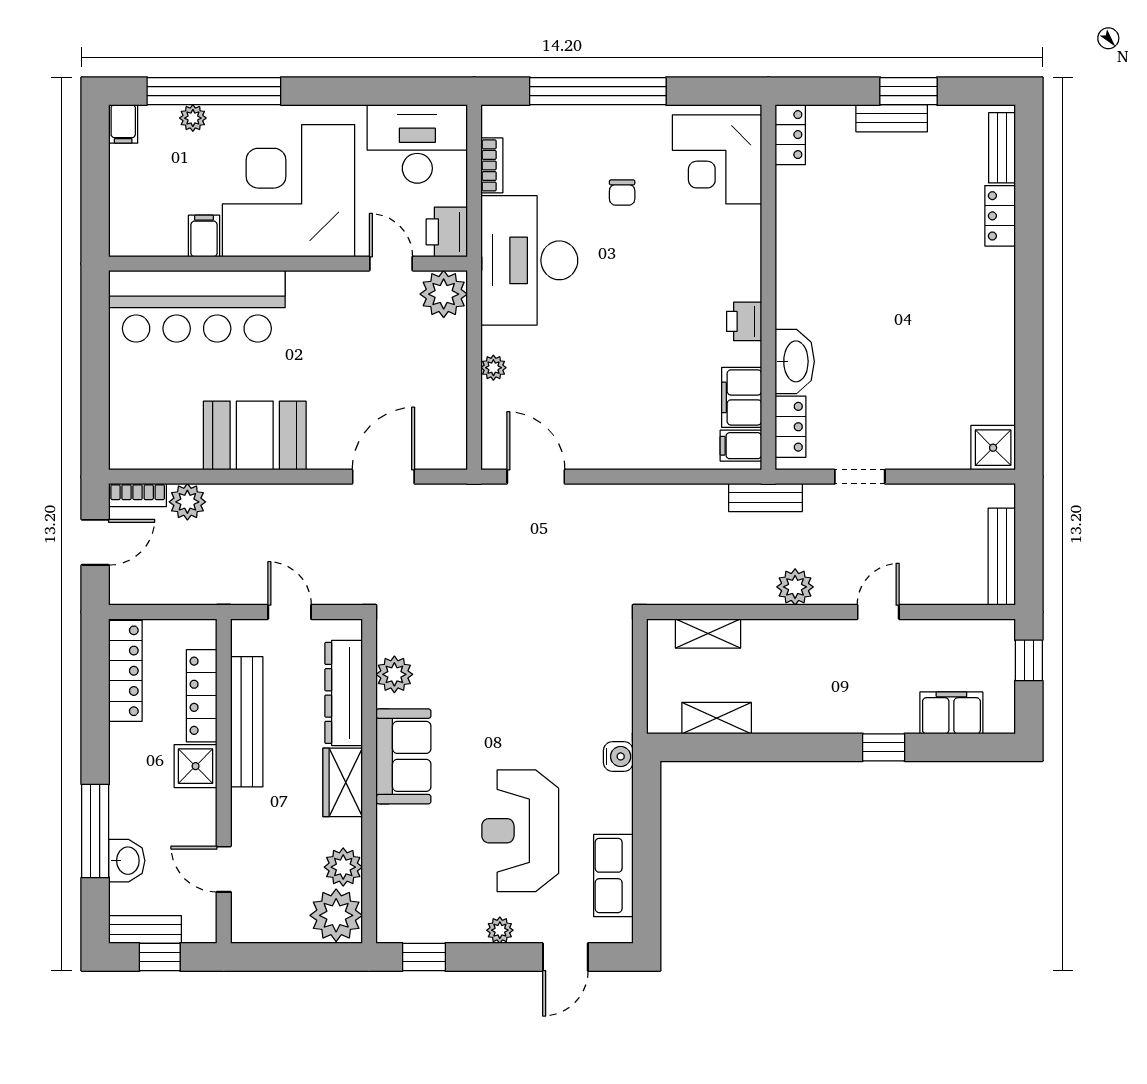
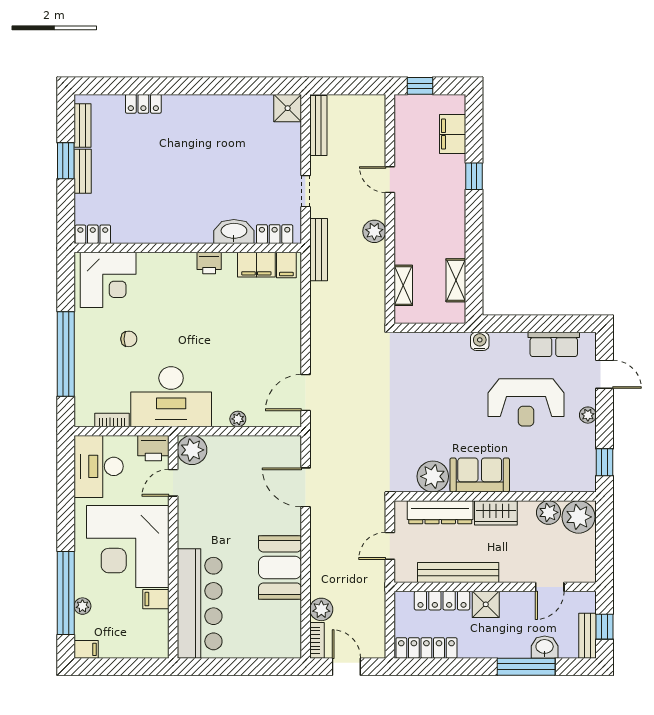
bench: (1002, 148) -> (82, 126), moved, turned 90
bench: (766, 498) -> (319, 250), width x1.36
bench: (1002, 557) -> (318, 125), moved, turned 90
plant: (394, 674) -> (433, 476), width x1.36, depth x1.36

